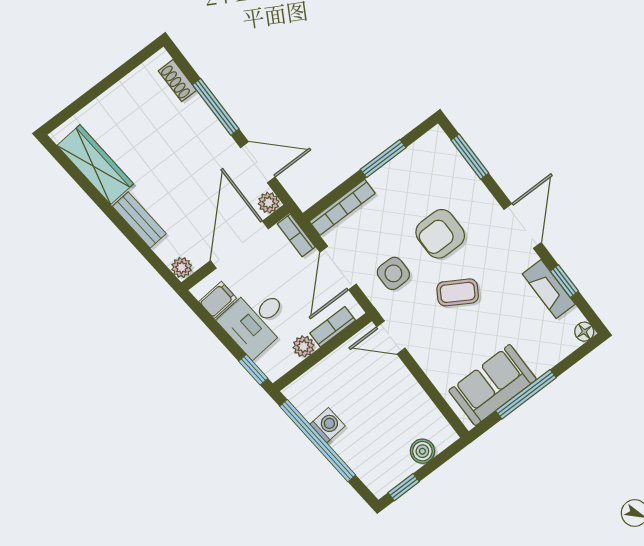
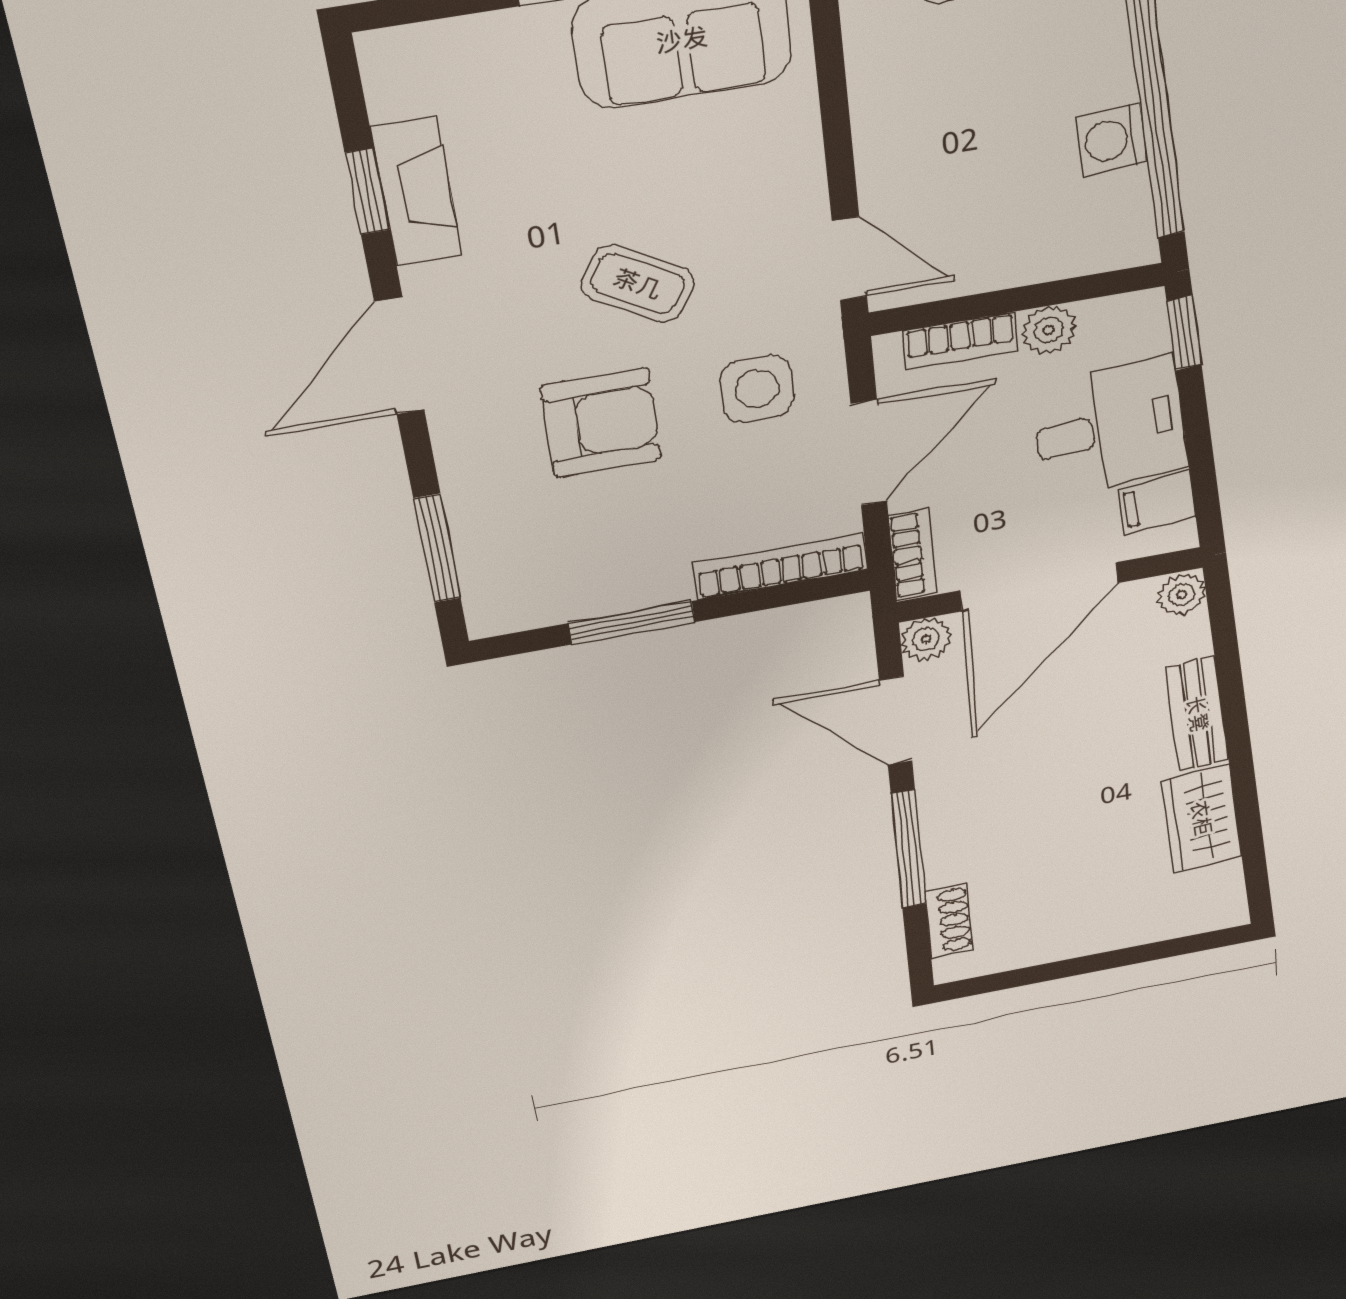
wardrobe: (95, 165) -> (1201, 818), width x0.67
floor lamp: (584, 332) -> (383, 53), removed

